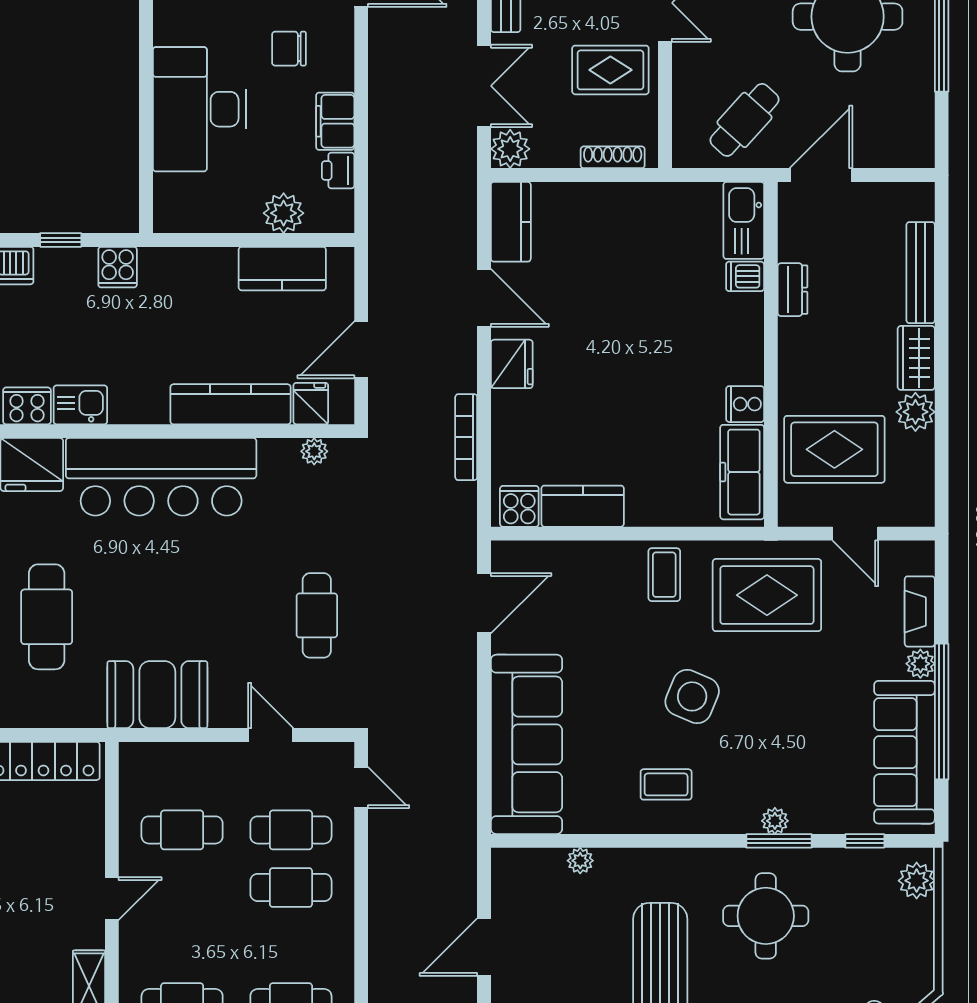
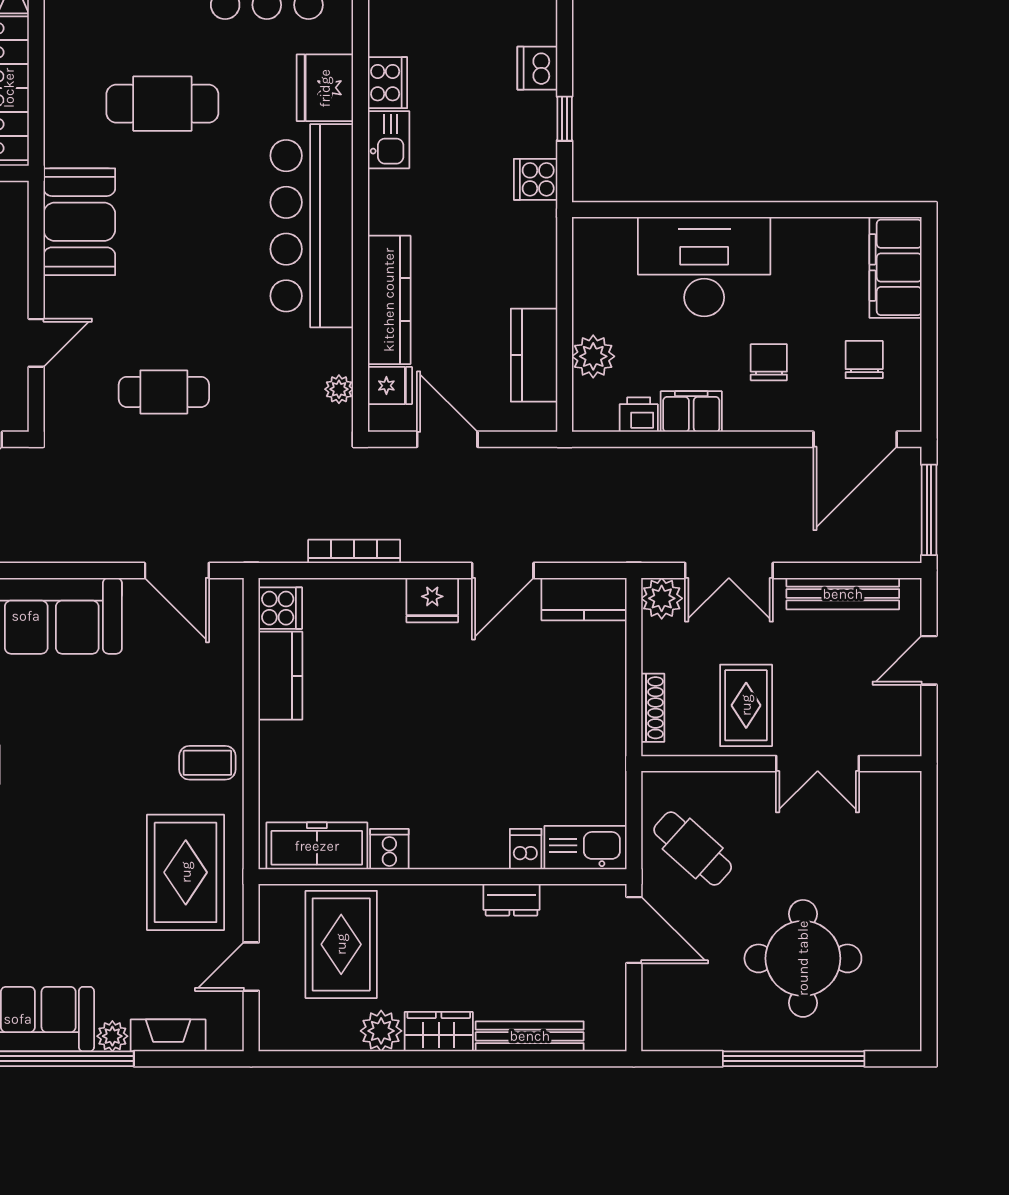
side table: (692, 696) -> (77, 793), removed

